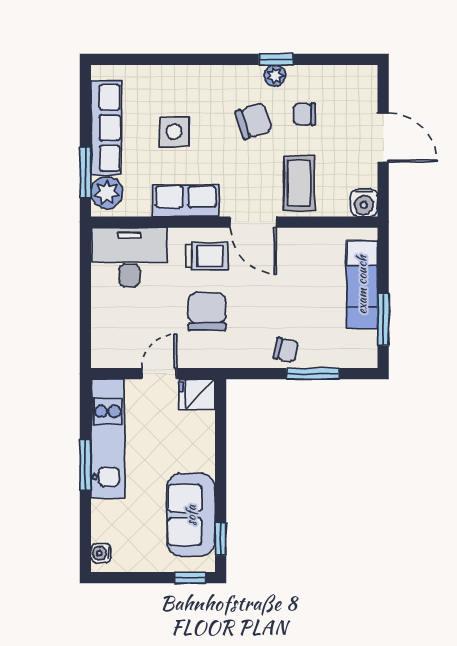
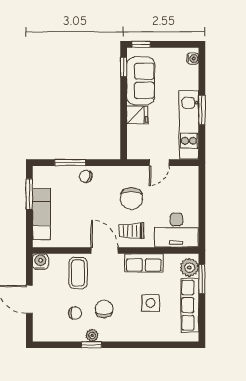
chair: (254, 121) -> (104, 309), turned 108
fridge: (197, 394) -> (137, 115), moved

